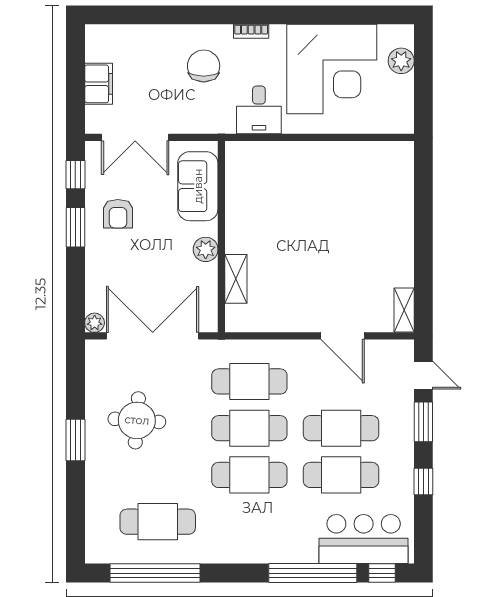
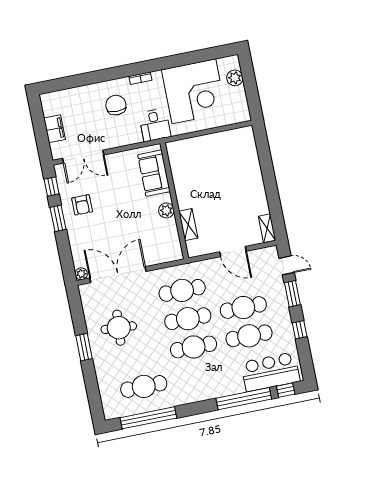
sofa: (198, 186) -> (154, 173), moved
wall: (221, 237) -> (174, 201), moved
plant: (206, 249) -> (166, 210), moved
shelving: (236, 279) -> (188, 225), moved

